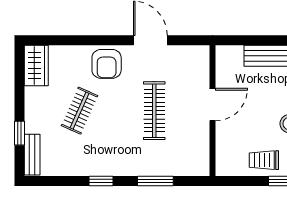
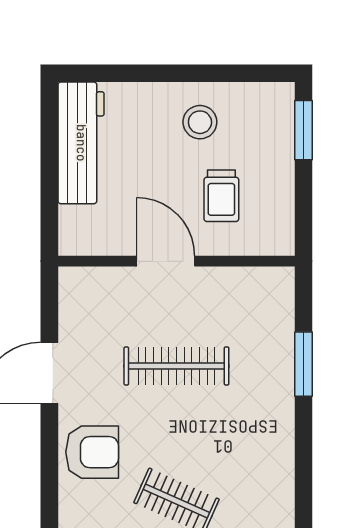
trolley: (264, 160) -> (221, 196), moved
window: (101, 181) -> (303, 462), removed

